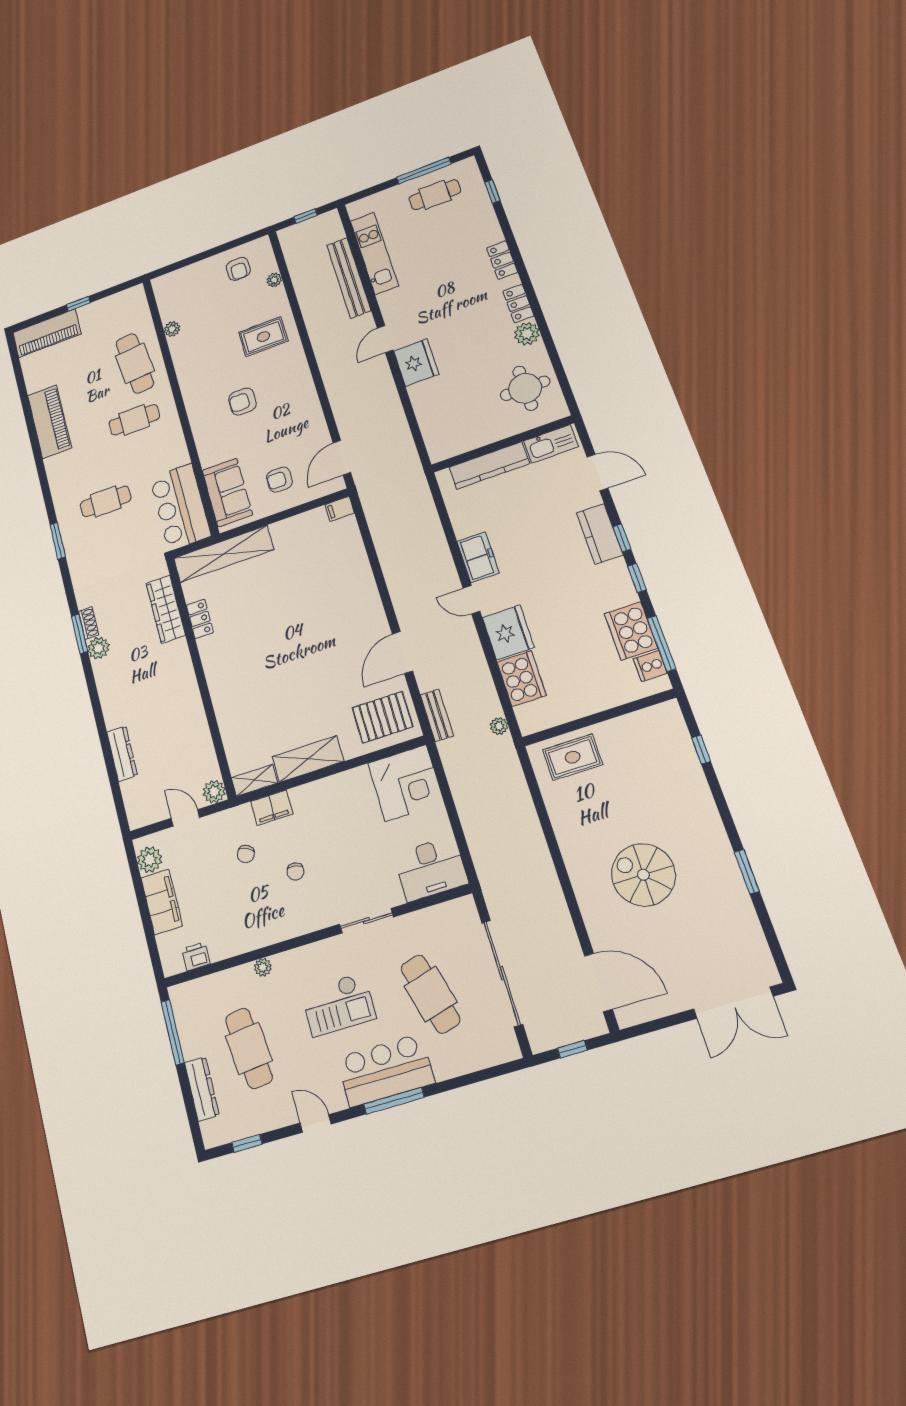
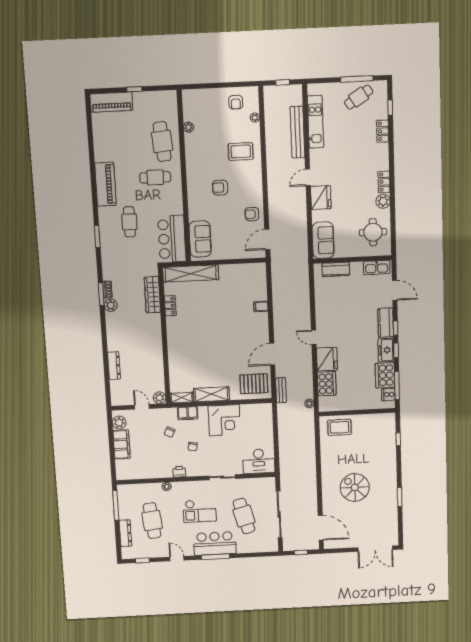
cafe table: (435, 195) -> (359, 97), turned -33
locker: (502, 260) -> (383, 131), moved
piano: (49, 422) -> (105, 184), moved
sofa: (440, 429) -> (323, 240), added
kitchen counter: (489, 465) -> (336, 269), width x0.67
armchair: (279, 480) -> (252, 214), moved
cafe table: (106, 501) -> (129, 222), turned 90
filing cabinet: (340, 509) -> (261, 306), moved
freezer: (478, 557) -> (386, 350), moved, turned 180
corner desk: (406, 783) -> (224, 420), moved
printer: (196, 956) -> (179, 472), moved

